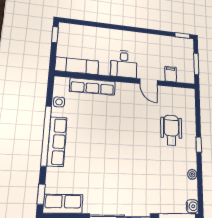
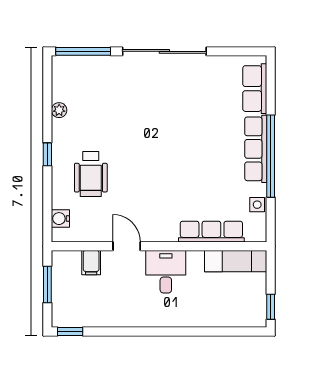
window: (41, 194) -> (271, 79), removed
row of seats: (63, 204) -> (255, 89), moved, turned 90
water cooler: (192, 206) -> (60, 219), moved

